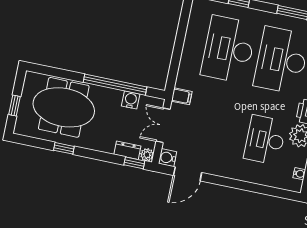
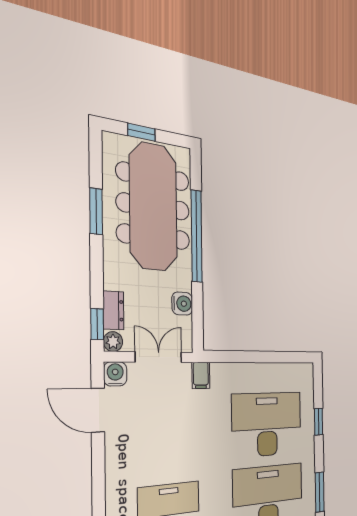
window: (115, 85) -> (197, 236), moved
meeting table: (64, 107) -> (153, 207), width x1.36
window: (64, 148) -> (96, 211), width x1.50

